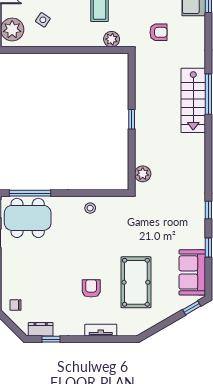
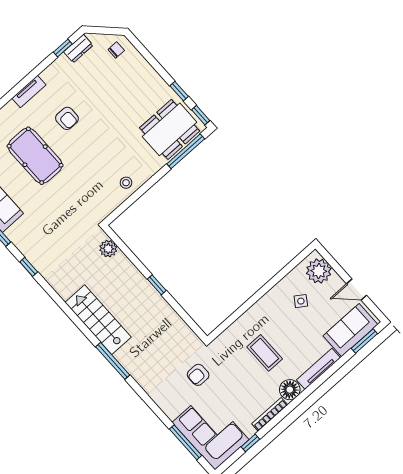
plant: (112, 39) -> (231, 335), removed
stairs: (193, 100) -> (98, 320), moved

